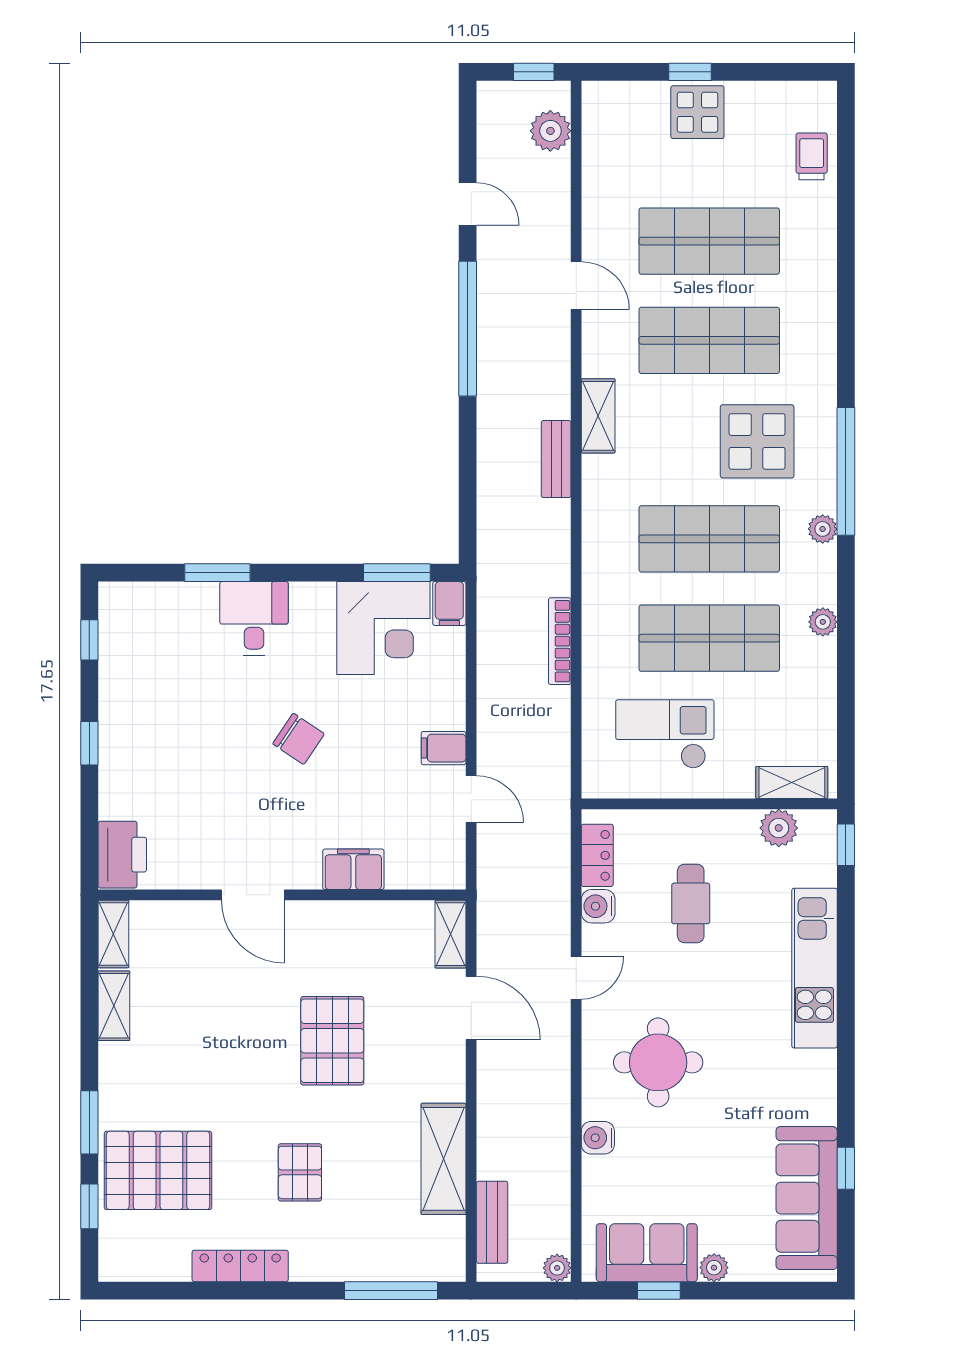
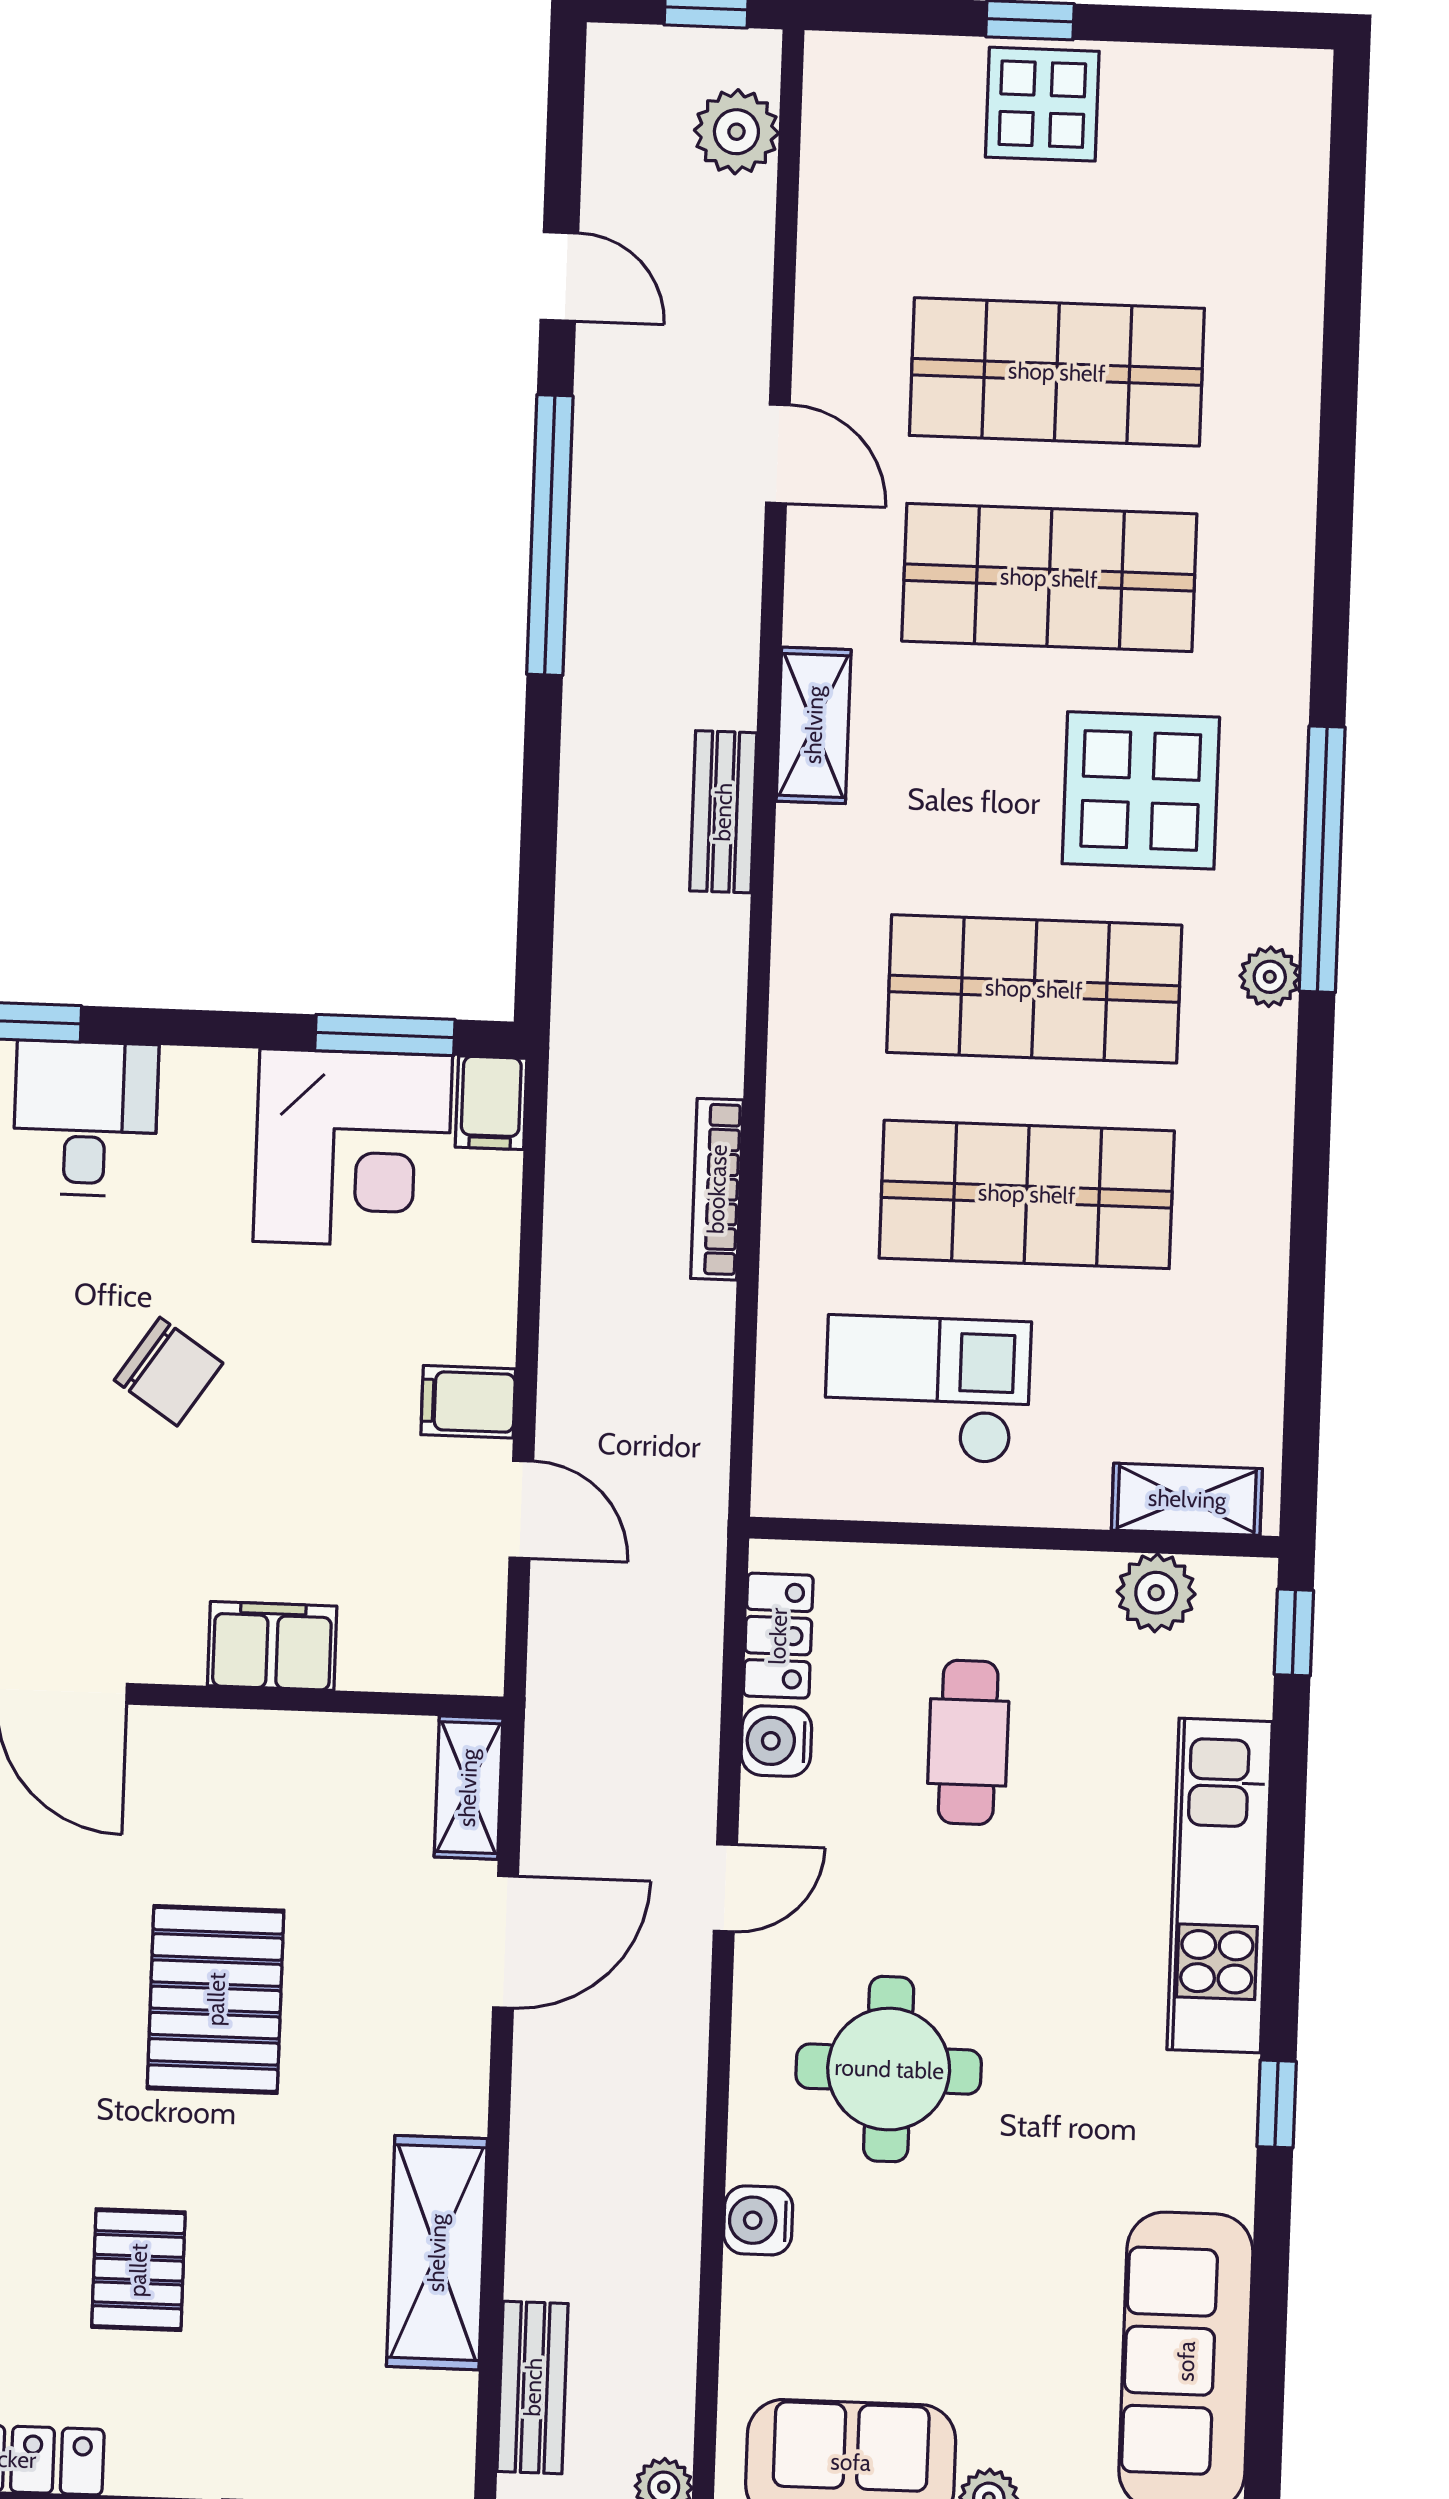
trolley: (812, 156) -> (1275, 204), removed
plant: (823, 622) -> (1263, 1169), removed
door: (471, 1008) -> (505, 1942), hinge flipped
window: (846, 1168) -> (1277, 2104), moved

